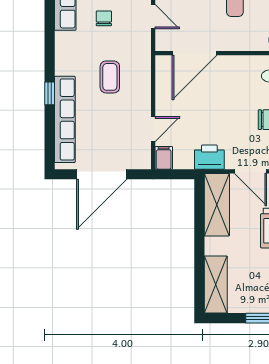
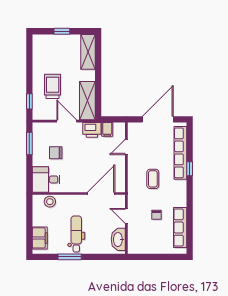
filing cabinet: (164, 158) -> (107, 129), moved

